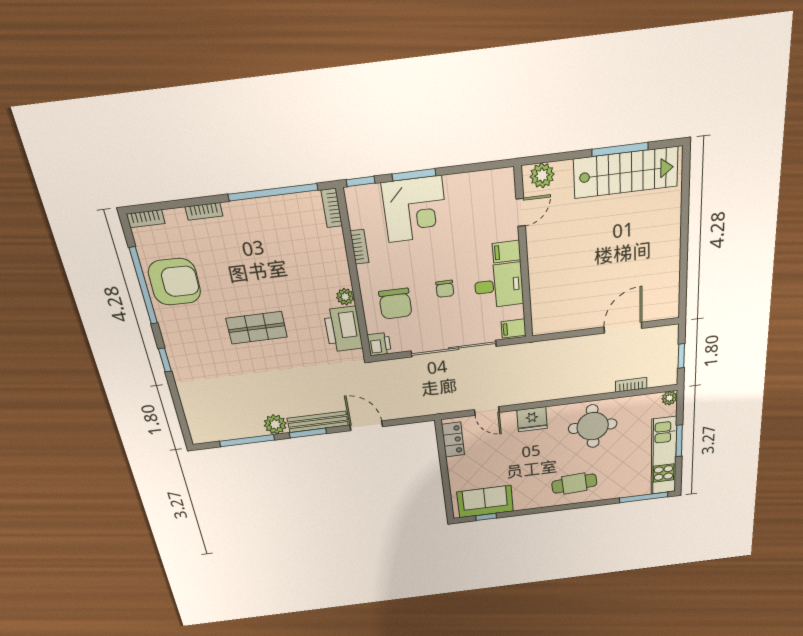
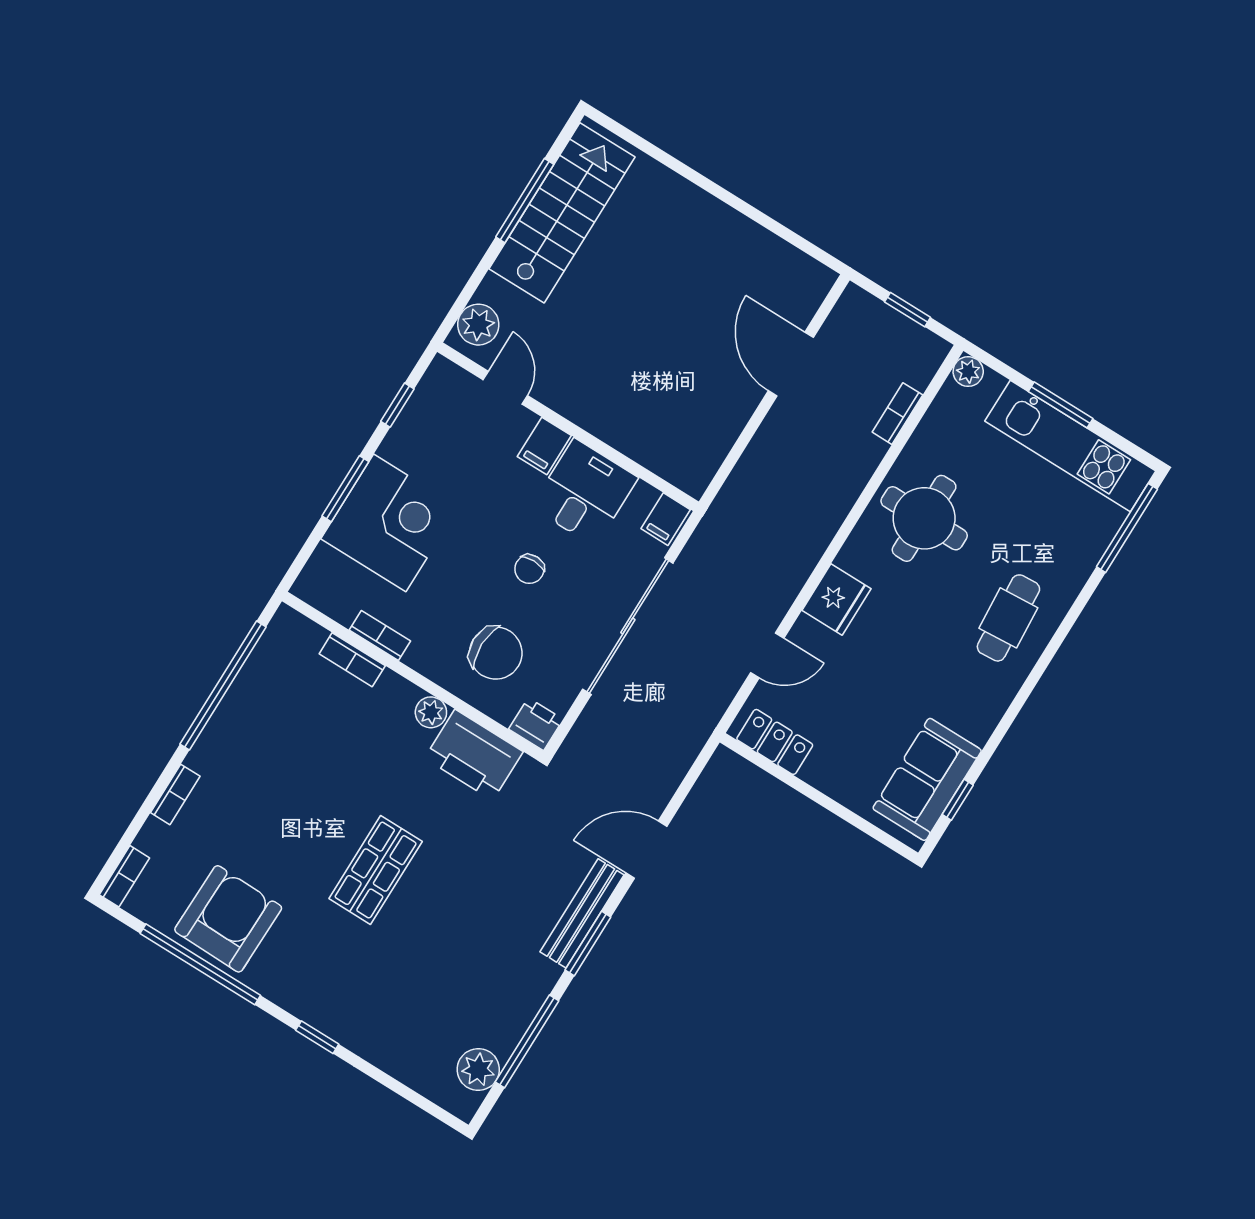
window: (361, 181) -> (397, 405), moved
bookcase: (332, 208) -> (352, 660), moved
chair: (445, 289) -> (529, 569), turned 90
plant: (275, 424) -> (478, 1070), moved

